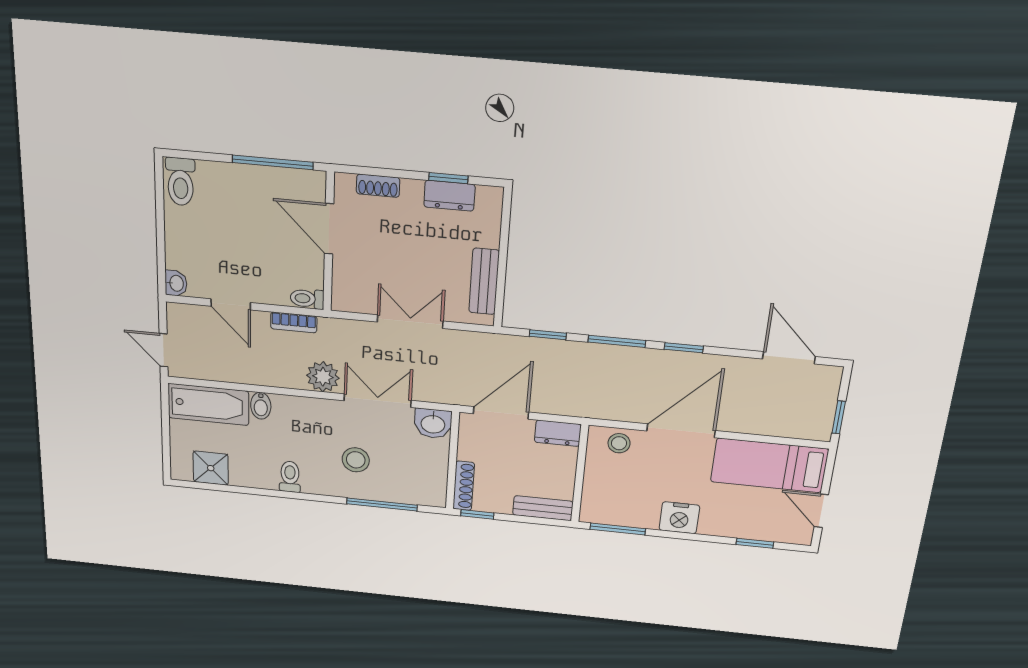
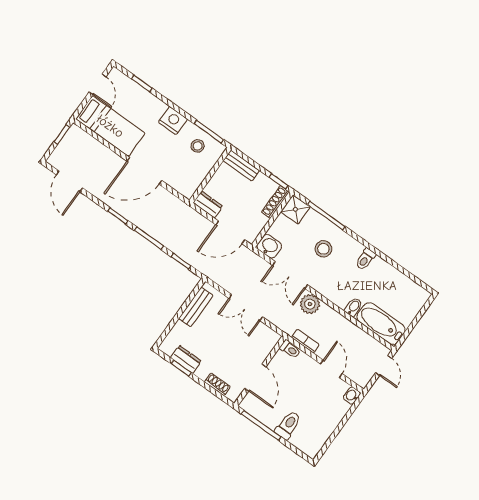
toilet: (181, 182) -> (288, 425), moved
stool: (619, 443) -> (198, 146), moved
shower: (211, 468) -> (295, 209), moved

